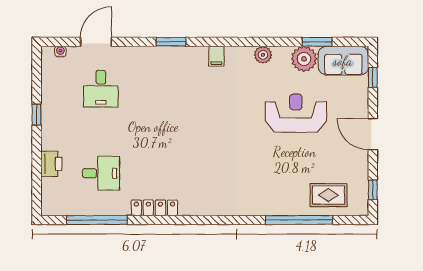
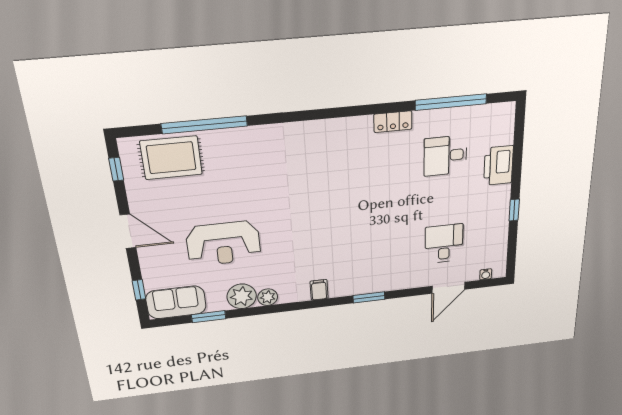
plant: (304, 59) -> (242, 296), moved
printer: (51, 164) -> (498, 166), width x1.37, depth x1.19
rug: (328, 195) -> (171, 158), width x1.36, depth x1.43
locker: (154, 208) -> (393, 122), width x0.66

